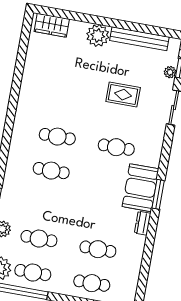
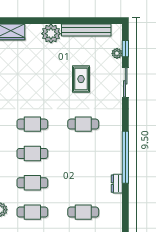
rug: (123, 95) -> (81, 79), turned 90
booth: (141, 188) -> (110, 154), removed
window: (158, 194) -> (125, 157), width x2.11
cafe table: (45, 205) -> (32, 183), added

